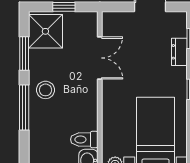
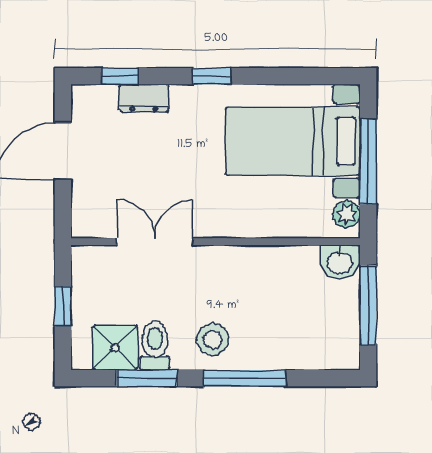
shower: (45, 31) -> (115, 348), width x0.73, depth x0.73
toilet: (84, 139) -> (155, 345), moved, turned 180

